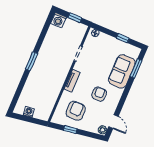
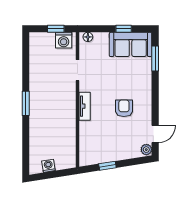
washing machine: (58, 20) -> (64, 40), moved
sofa: (122, 71) -> (131, 44), moved, turned -90
armchair: (76, 111) -> (104, 140), removed
door: (113, 122) -> (155, 134), hinge flipped

